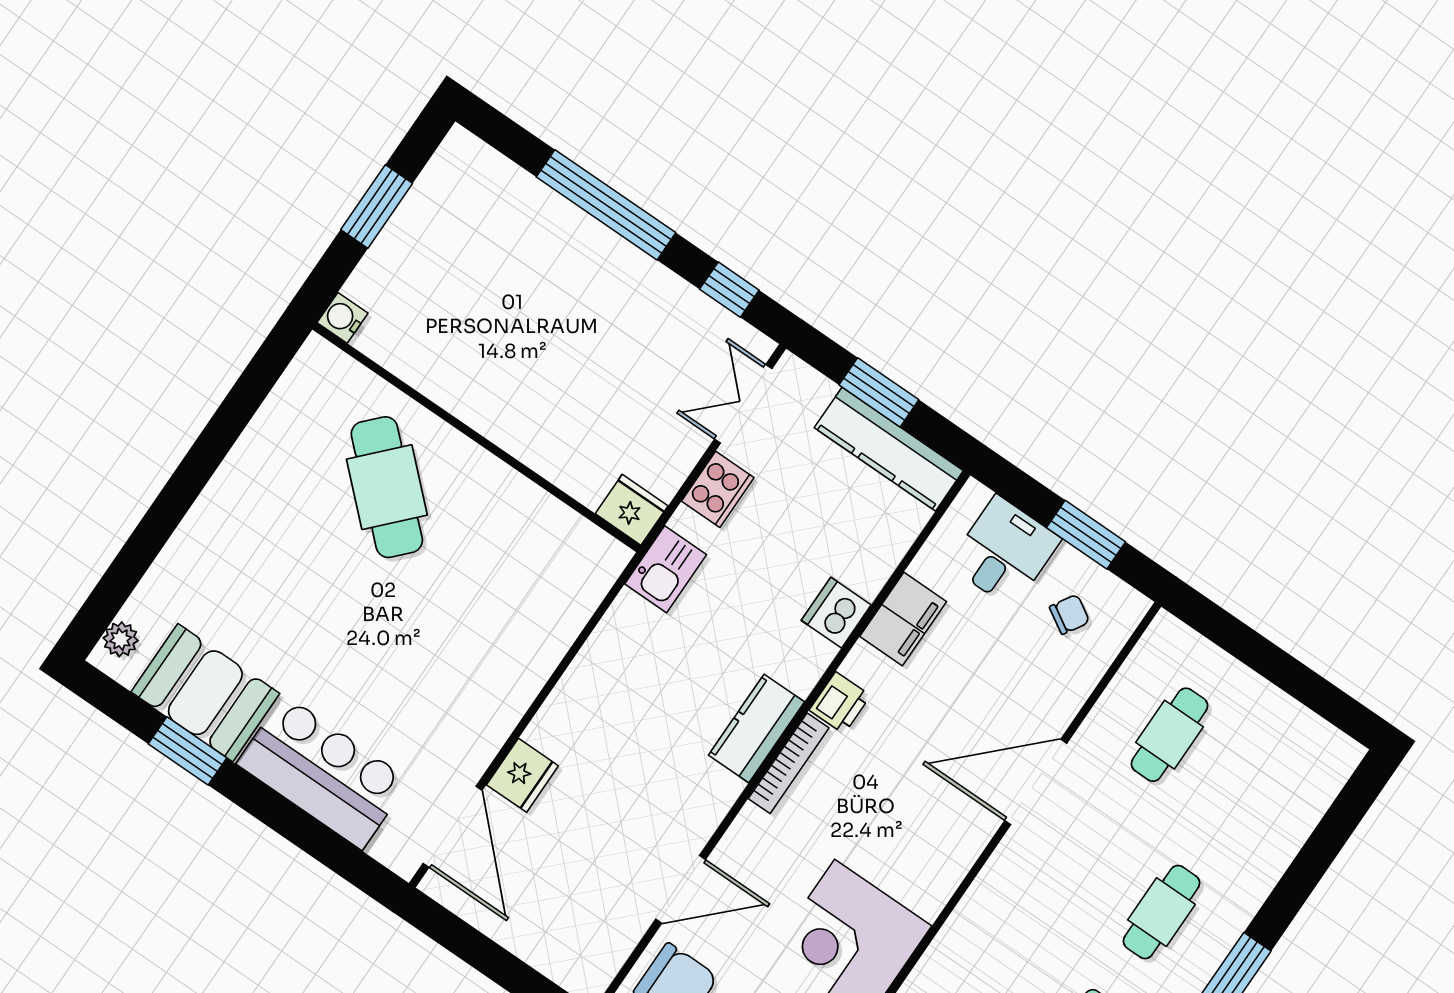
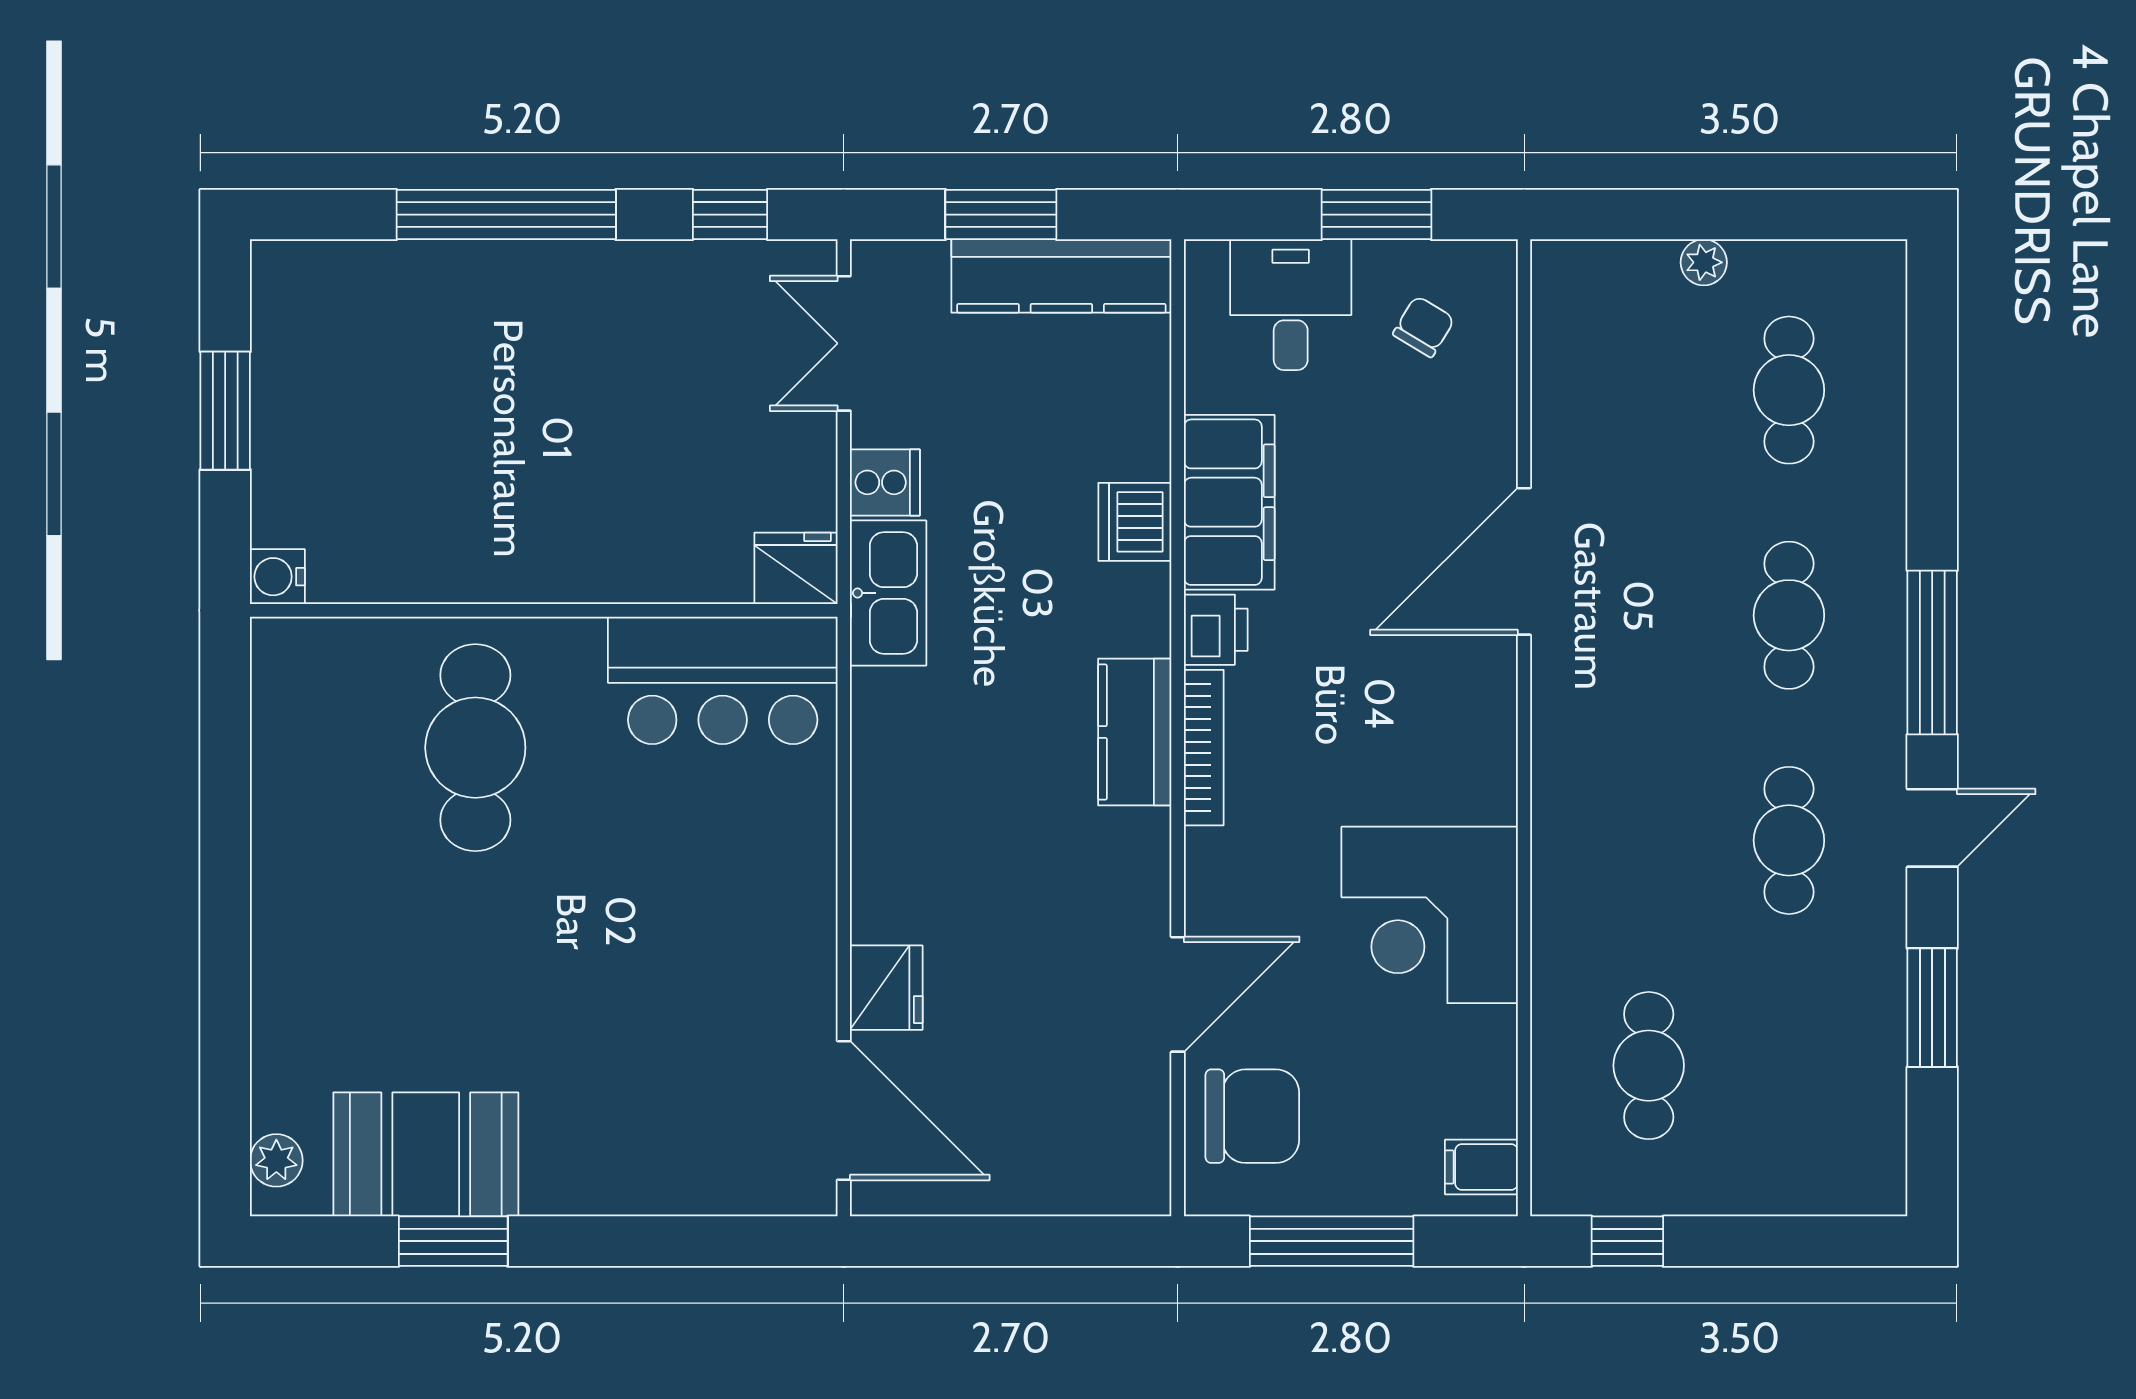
cafe table: (387, 487) -> (475, 748), turned 47
cooker: (718, 489) -> (885, 482), width x0.73
kitchen sink: (666, 569) -> (888, 593), width x1.38
filing cabinet: (903, 619) -> (1229, 502), width x1.50, depth x1.17
plant: (1248, 685) -> (1704, 262), added
cafe table: (1169, 735) -> (1789, 390), moved
bar counter: (323, 772) -> (723, 680), moved, turned 180

